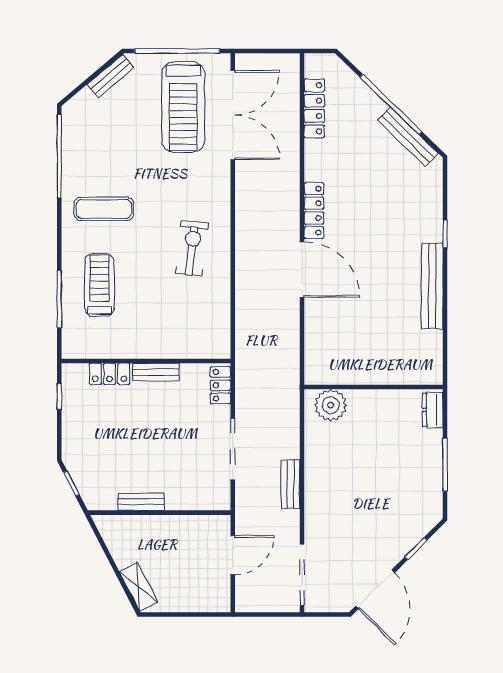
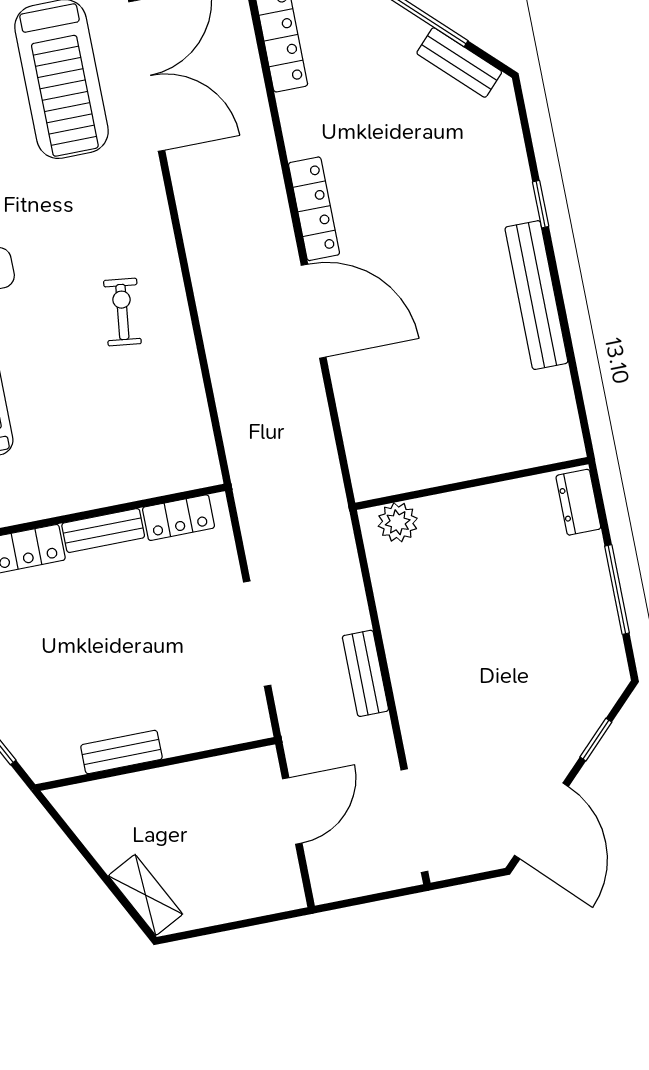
bench: (408, 137) -> (459, 63), width x0.73
exercise bike: (192, 248) -> (122, 312), width x0.73, depth x0.72
locker: (220, 385) -> (178, 518), moved, turned -90
plant: (331, 405) -> (398, 522), width x0.73, depth x0.73

